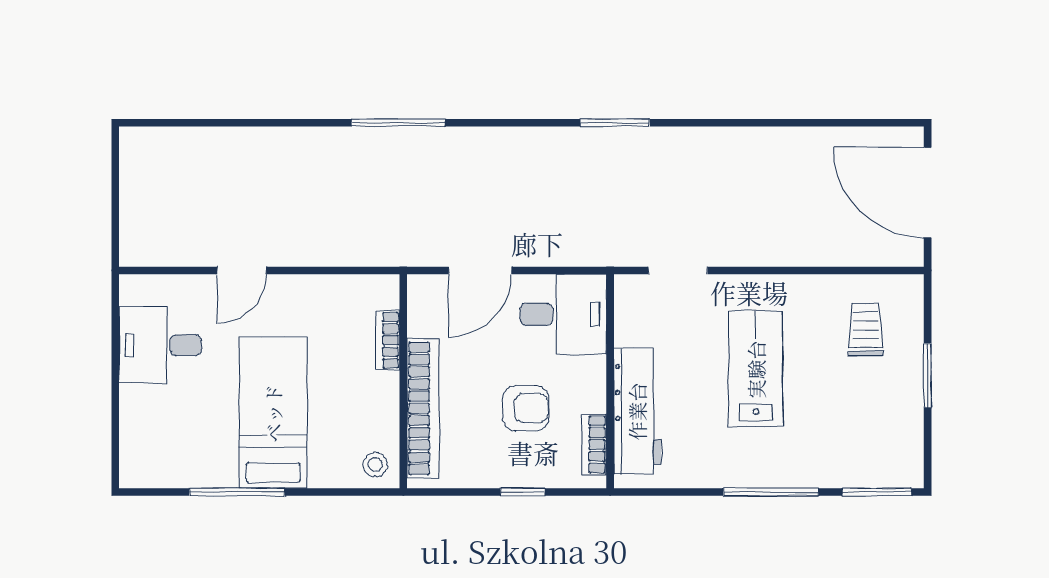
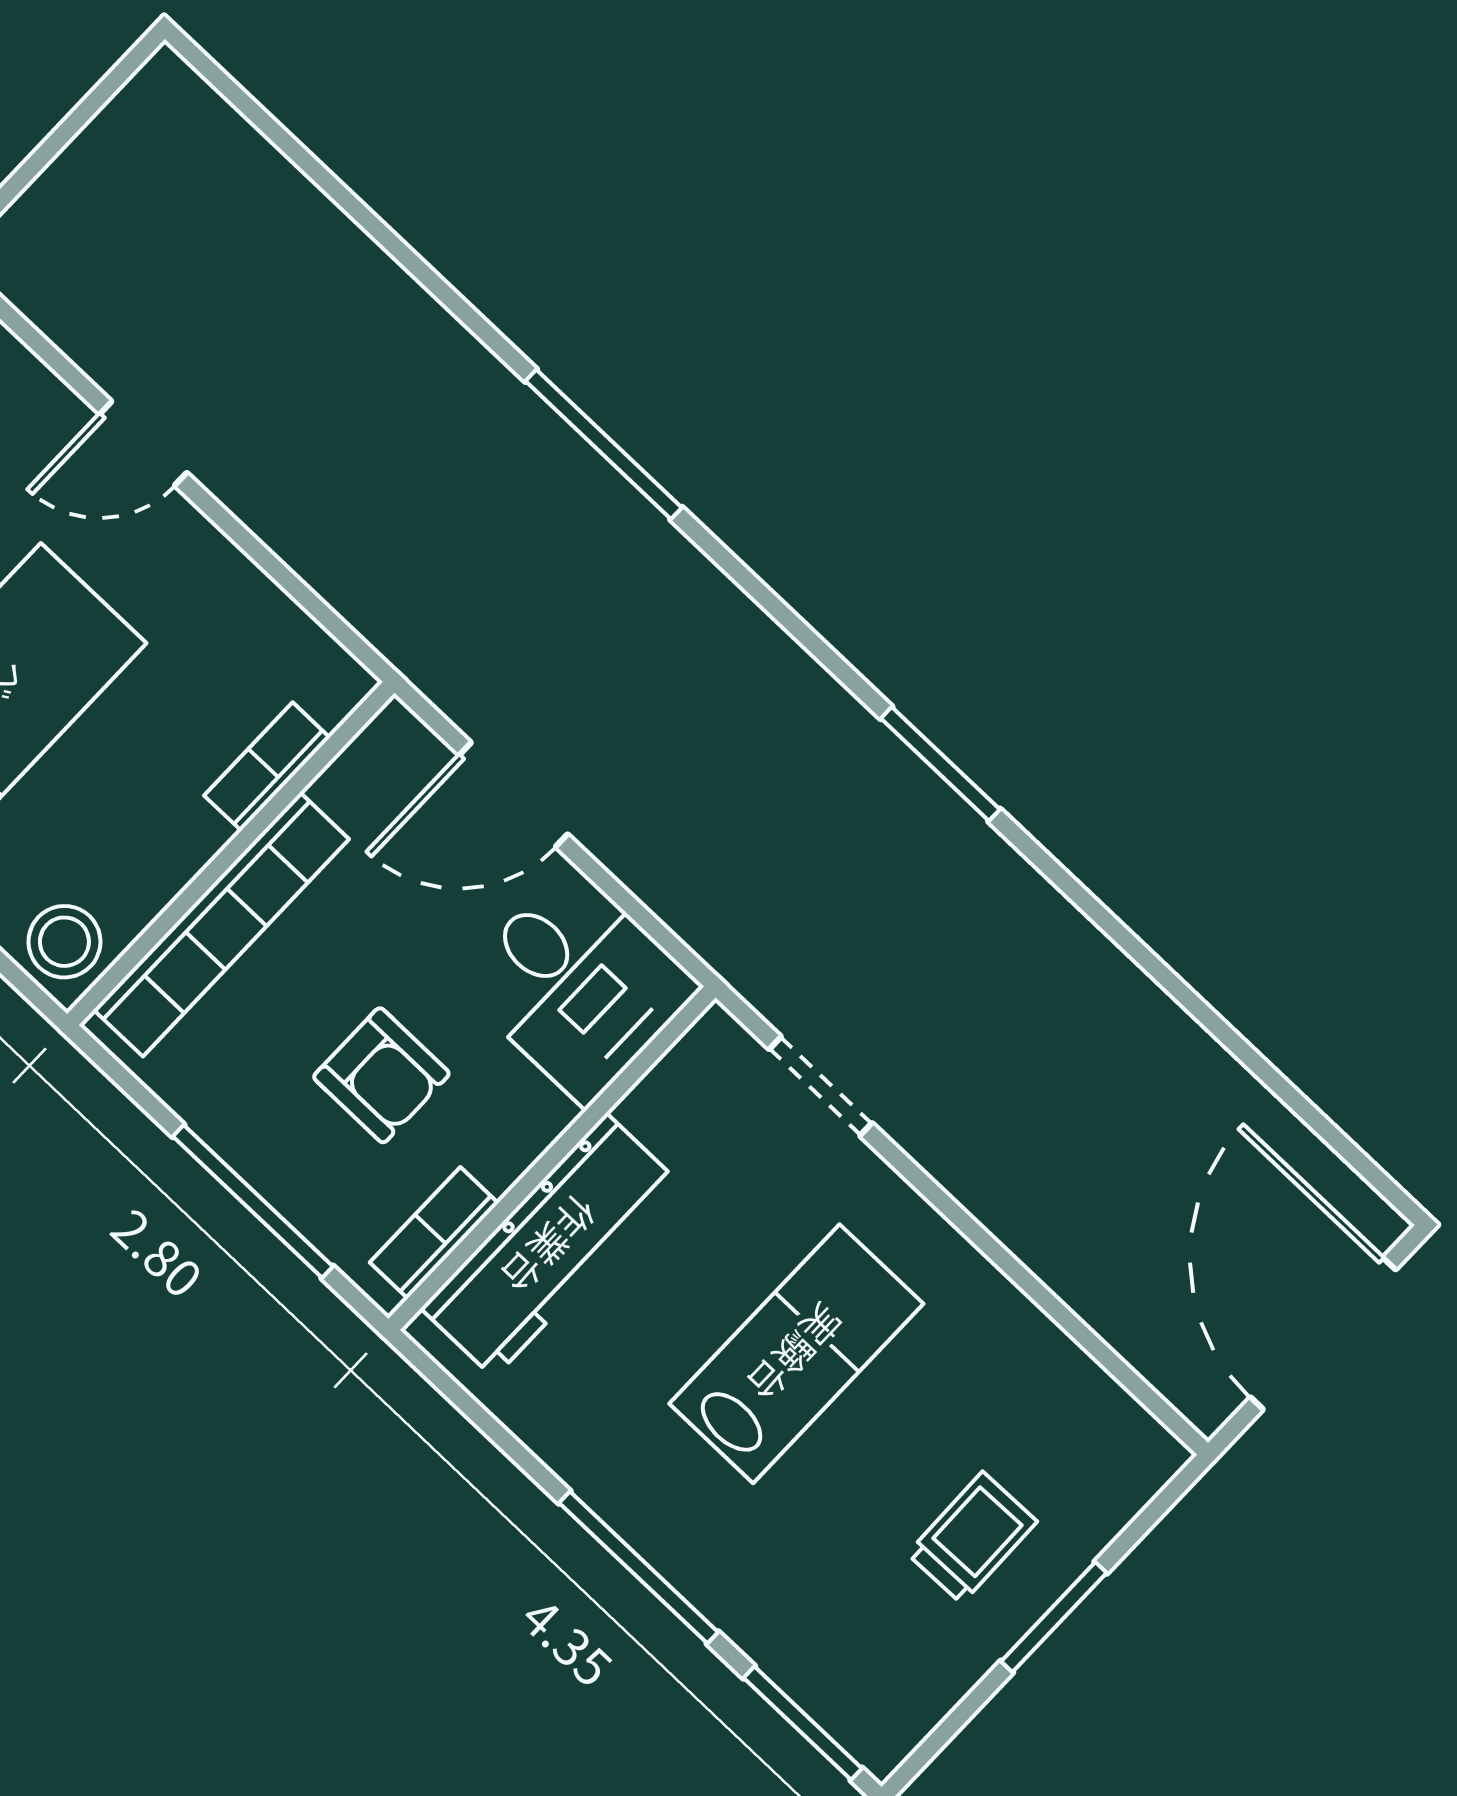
trolley: (866, 329) -> (972, 1538), moved
stool: (375, 465) -> (64, 942), width x1.37, depth x1.37
window: (523, 492) -> (253, 1201), width x2.17

